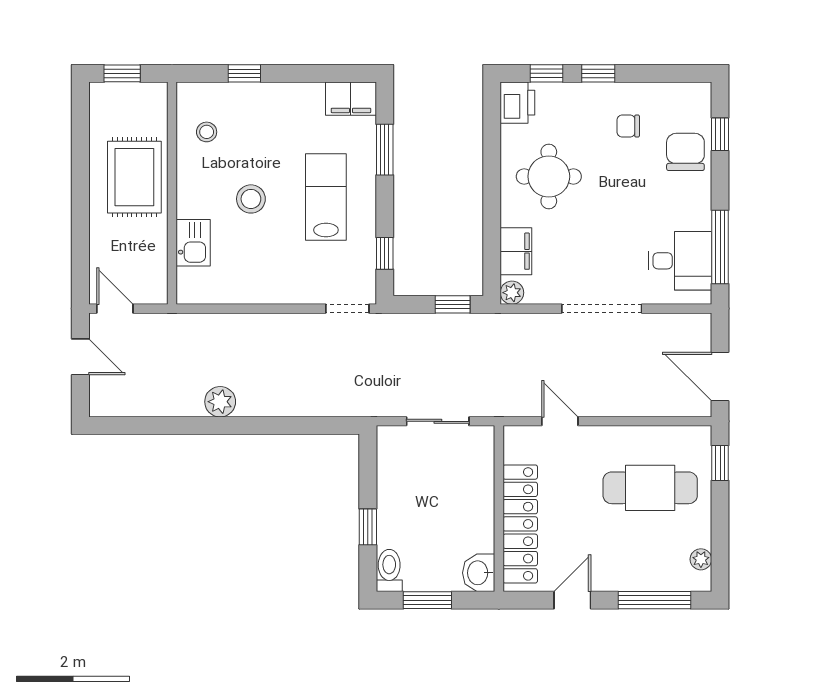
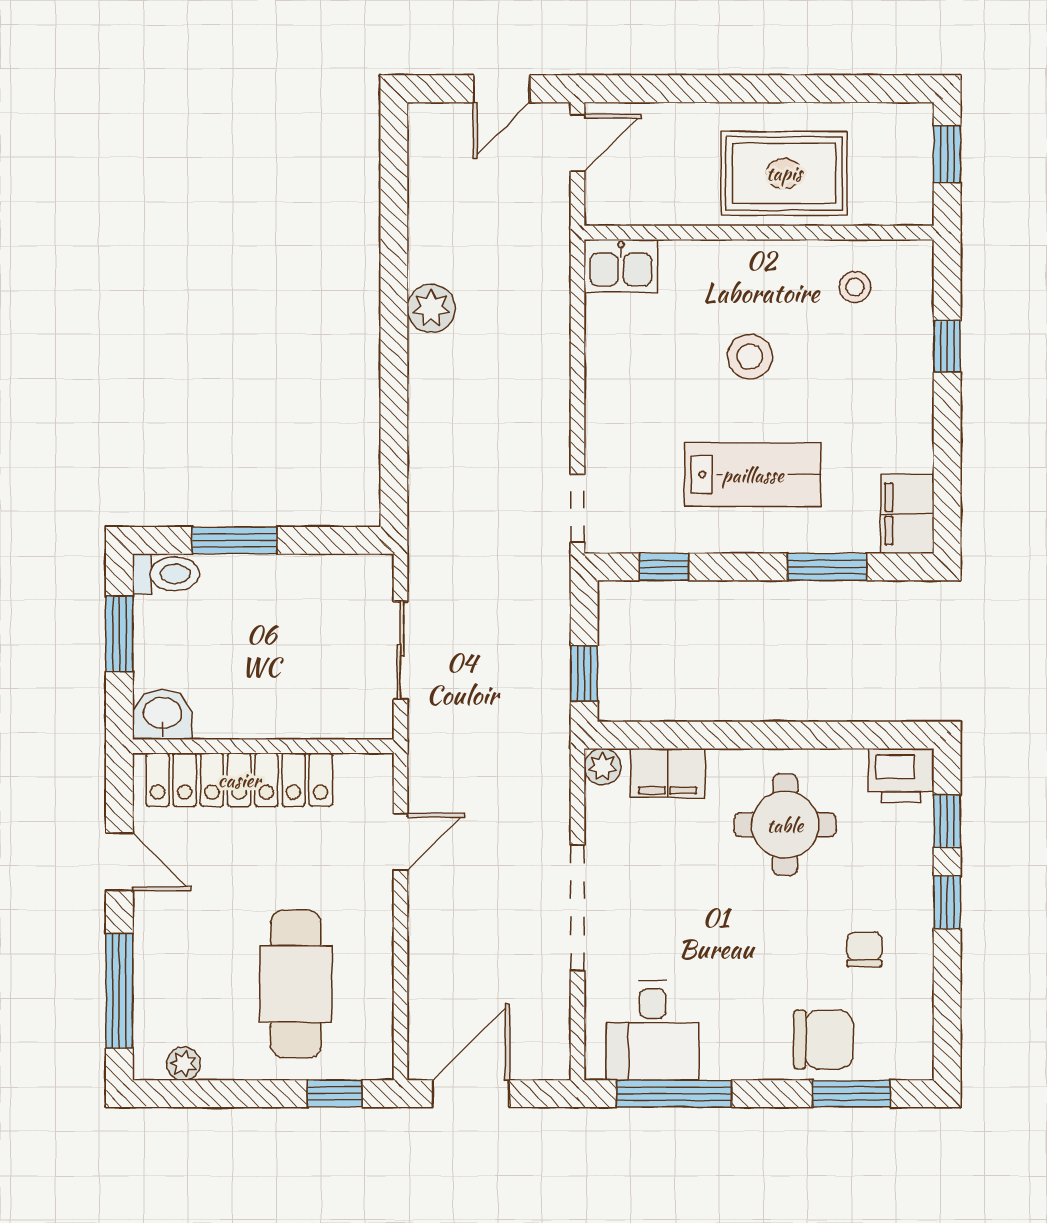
window: (720, 134) -> (851, 1094), width x1.50
kitchen sink: (193, 243) -> (621, 266), moved
window: (368, 527) -> (235, 540), width x1.50

